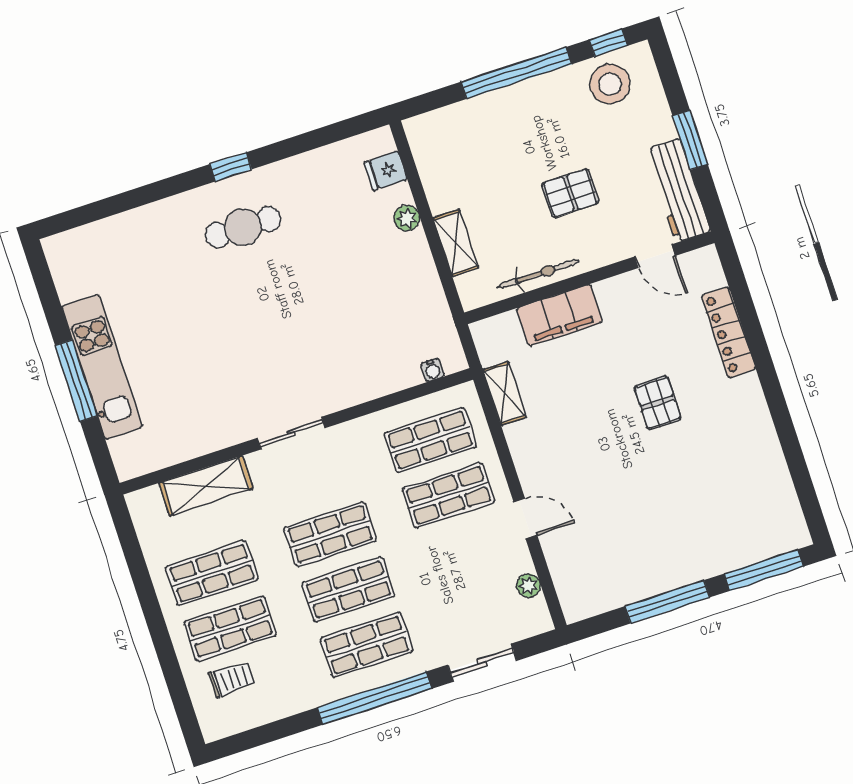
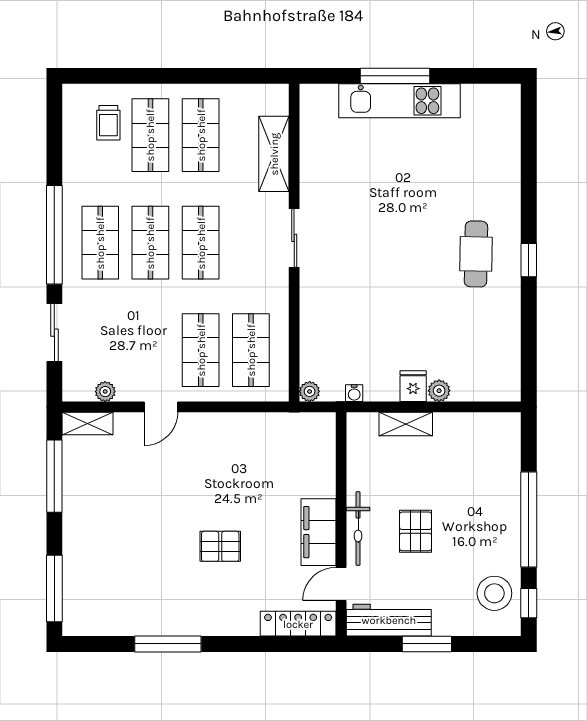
fridge: (386, 171) -> (413, 386), moved
bicycle: (538, 274) -> (358, 529), moved
filing cabinet: (559, 315) -> (319, 532), moved
locker: (729, 332) -> (298, 624), moved
plant: (455, 361) -> (310, 391), added
water cooler: (433, 370) -> (354, 393), moved, turned -90
shelving: (504, 393) -> (88, 423), moved
window: (784, 425) -> (168, 644), added
window: (667, 602) -> (54, 476), moved

